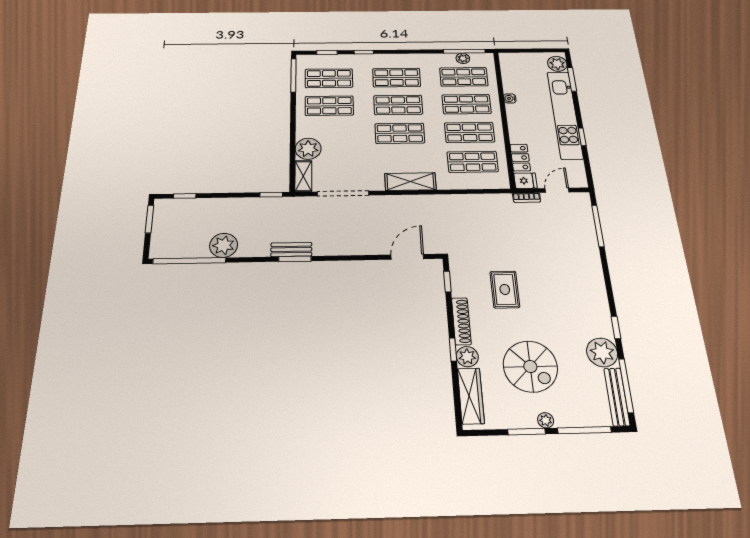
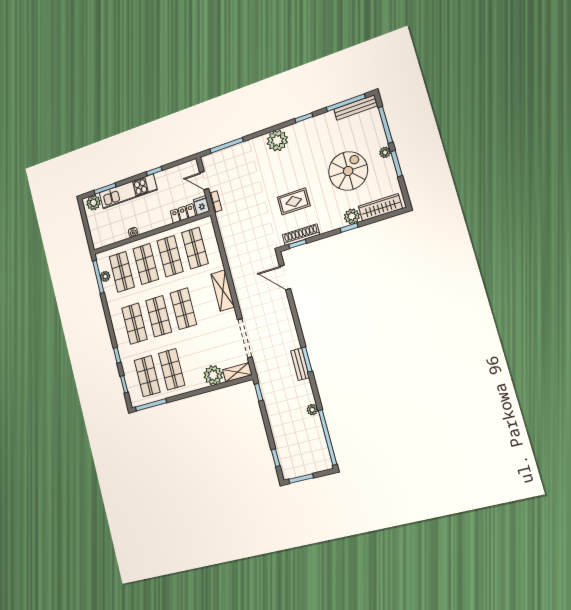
kitchen unit: (565, 115) -> (128, 191), width x0.73
plant: (224, 245) -> (312, 410), width x0.53, depth x0.53
shoe rack: (461, 321) -> (301, 235), moved
plant: (602, 352) -> (277, 141), moved

